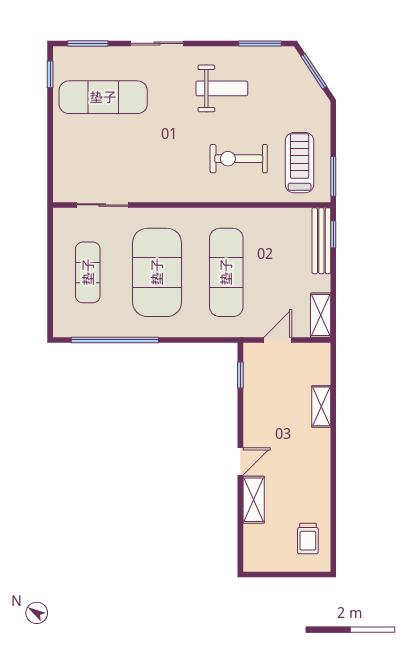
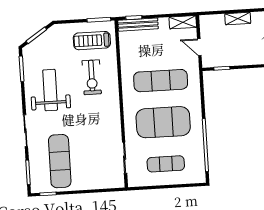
weight bench: (222, 88) -> (50, 90), width x1.36, depth x1.33

